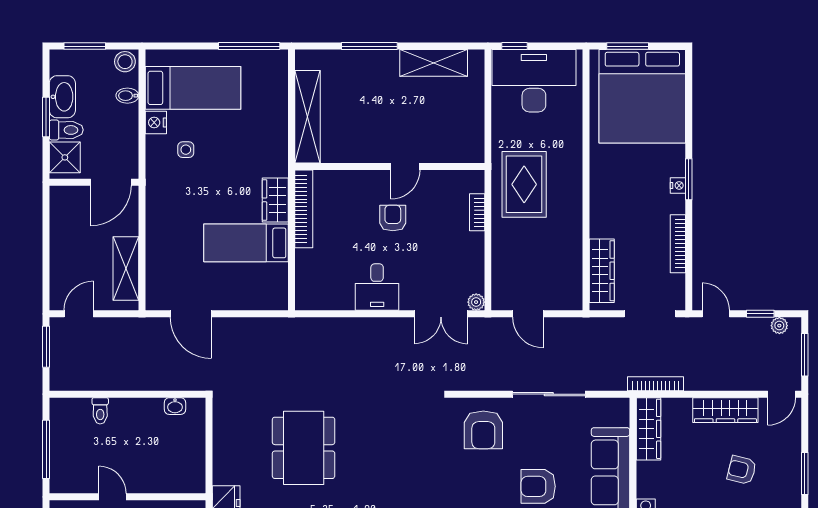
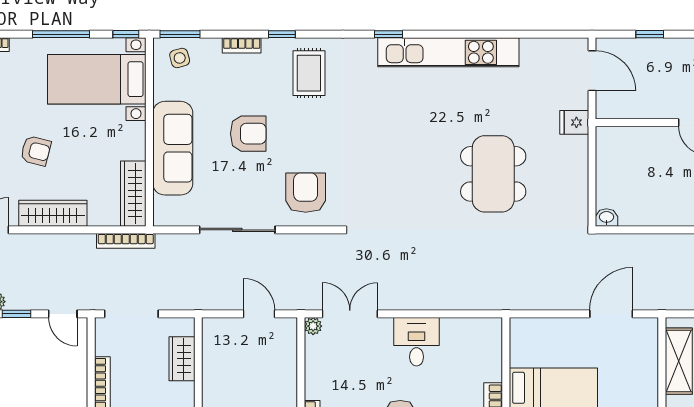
wardrobe: (602, 271) -> (182, 359), width x0.67
door: (191, 314) -> (611, 314), hinge flipped
washbasin: (175, 406) -> (606, 218), moved

